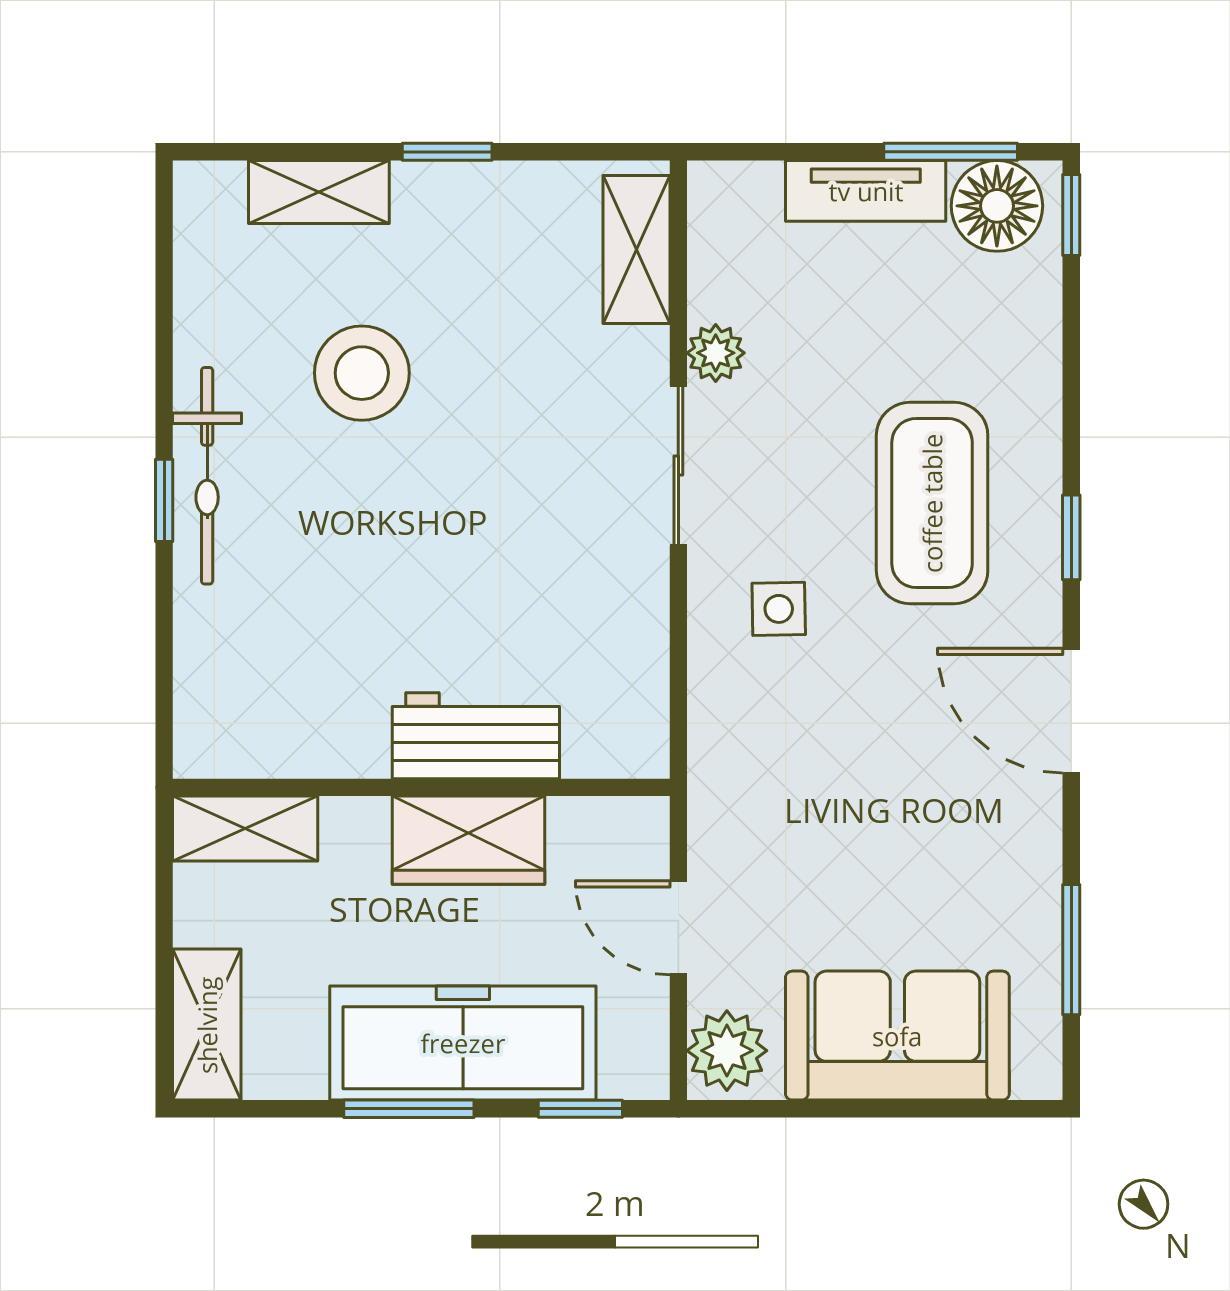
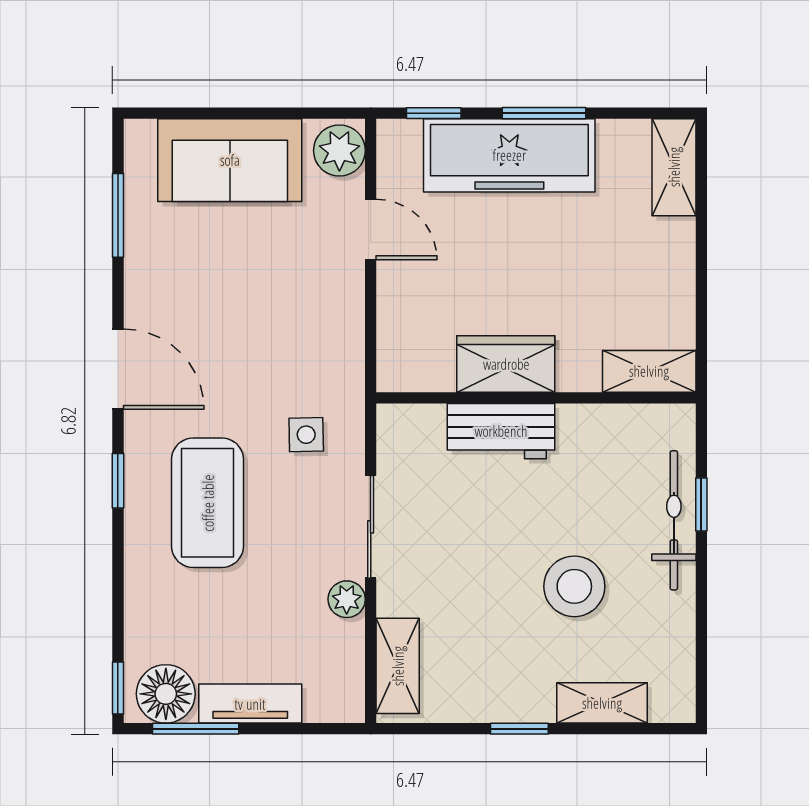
workbench: (476, 736) -> (501, 431), moved
wall: (421, 787) -> (536, 398), moved
shelving: (245, 829) -> (649, 371), moved
wardrobe: (468, 840) -> (506, 364), moved

